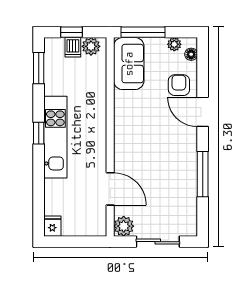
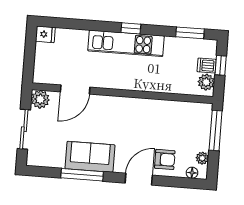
sofa: (129, 64) -> (90, 157), moved, turned 180

